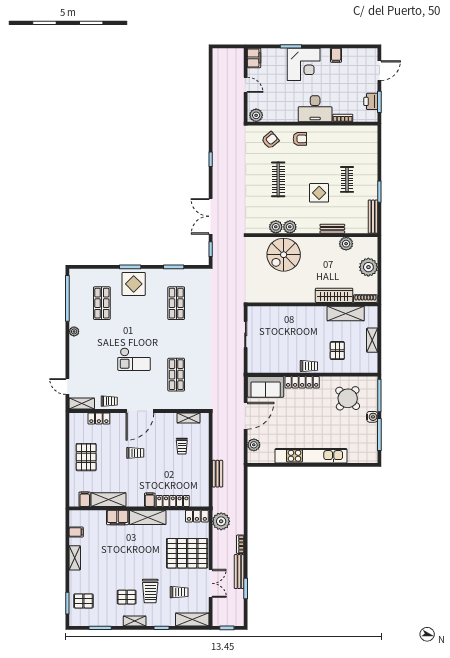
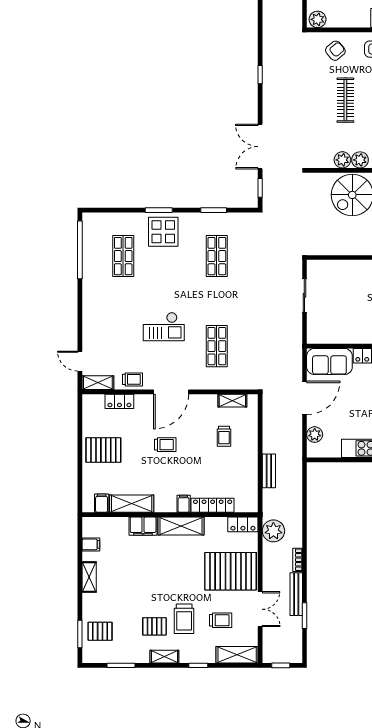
plant: (74, 331) -> (88, 292), removed
pallet: (86, 457) -> (103, 450), turned 90

